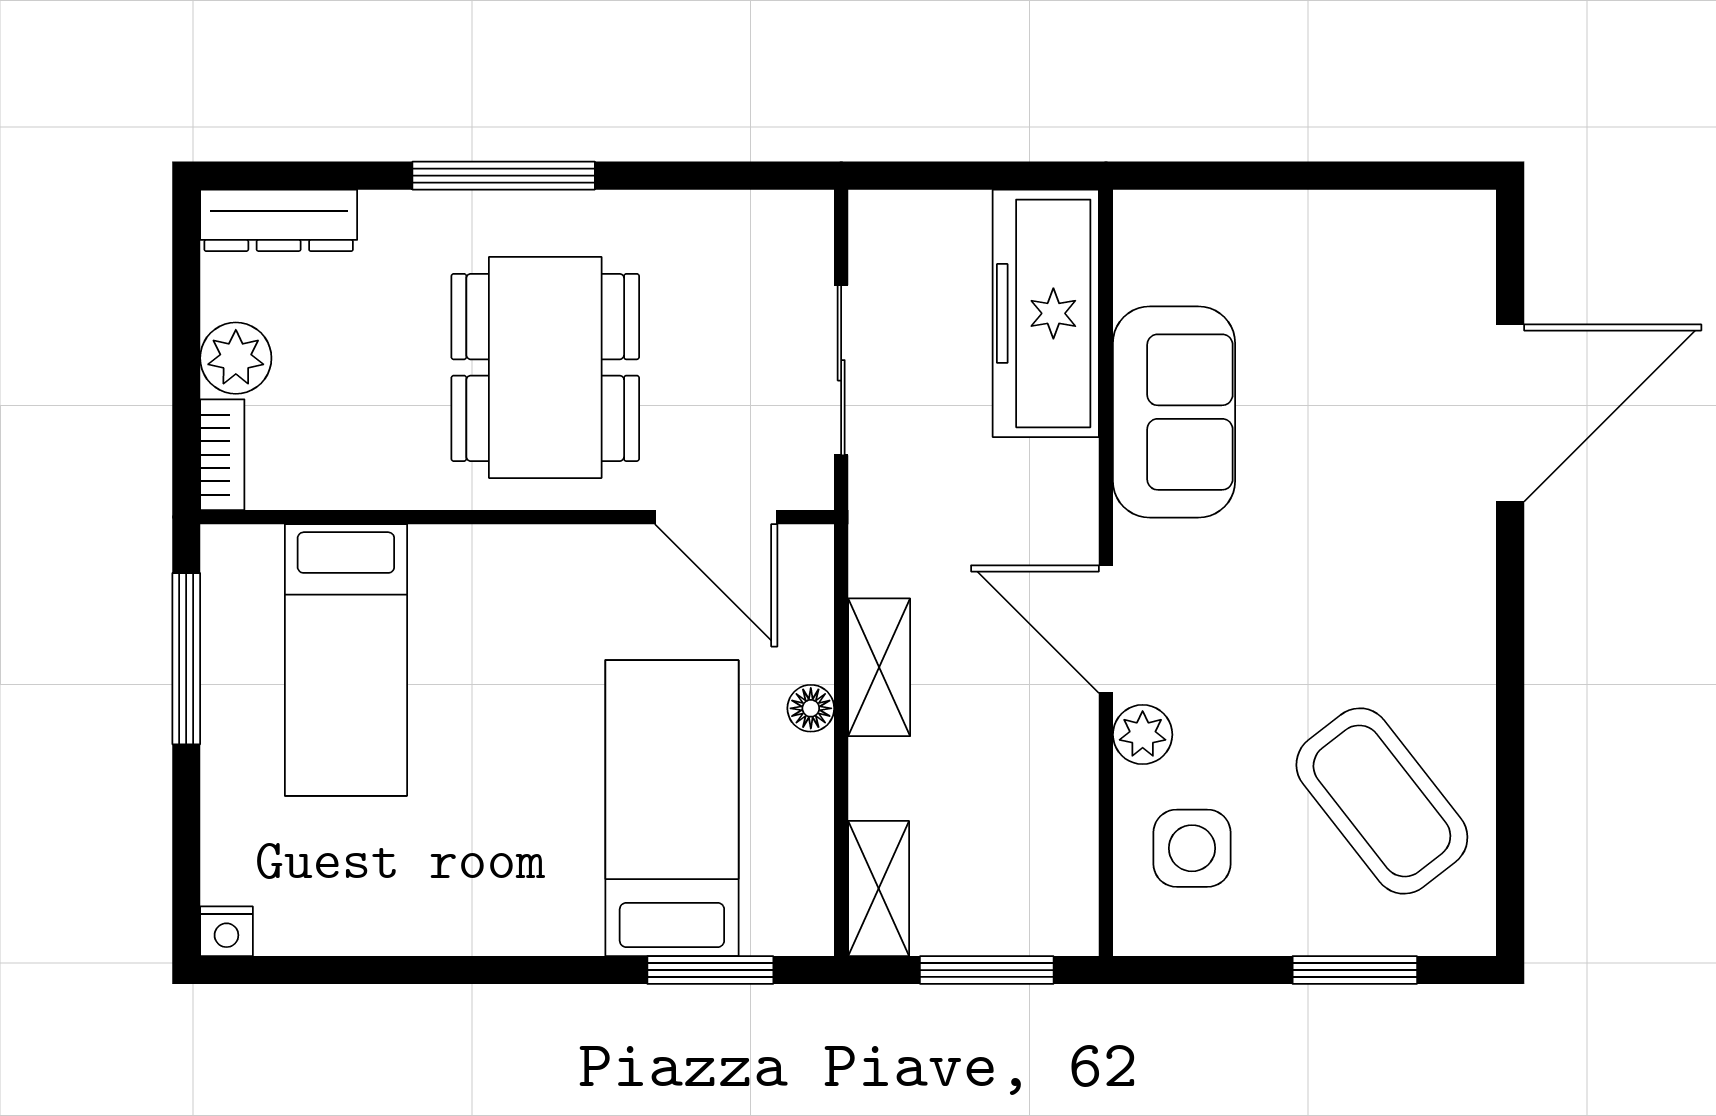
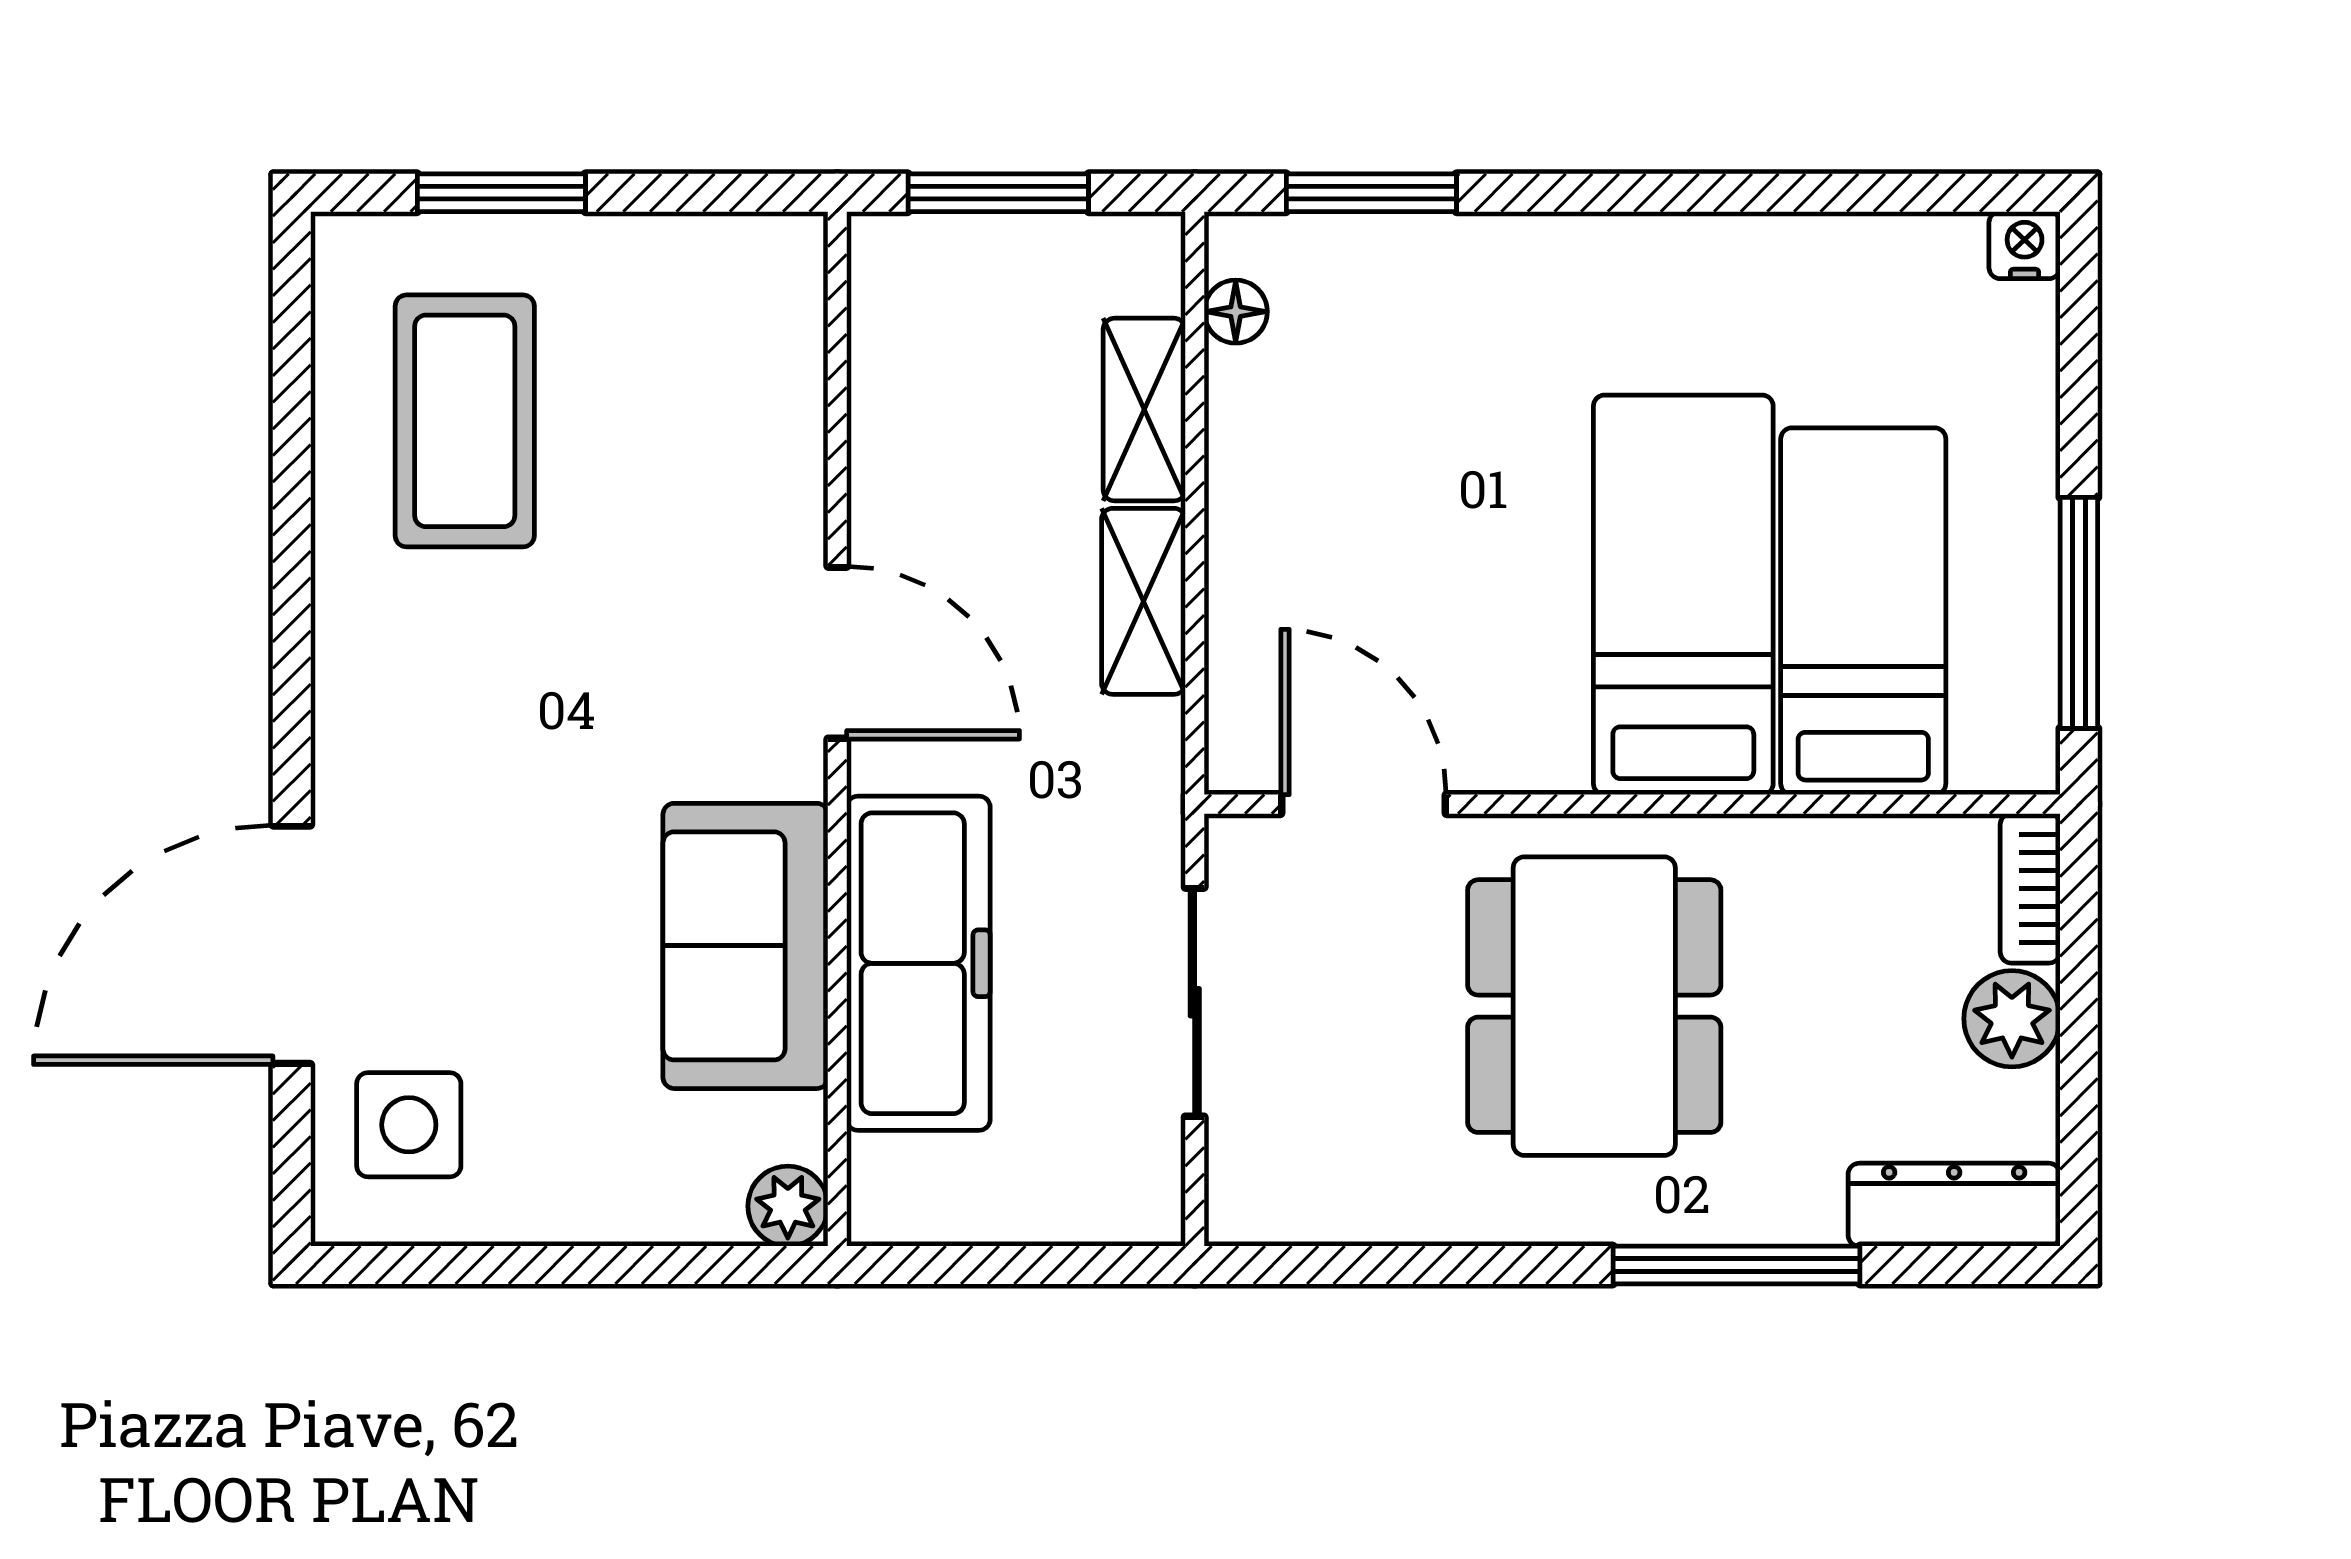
window: (504, 176) -> (1736, 1265), moved
freezer: (1046, 313) -> (918, 963), moved
floor lamp: (811, 708) -> (1236, 312), moved
plant: (1143, 735) -> (788, 1206), moved
coffee table: (1382, 801) -> (465, 421), turned 38
bed: (672, 808) -> (1683, 595), moved, turned 180
side table: (1192, 848) -> (409, 1125), moved
shelving: (879, 888) -> (1144, 410), moved

